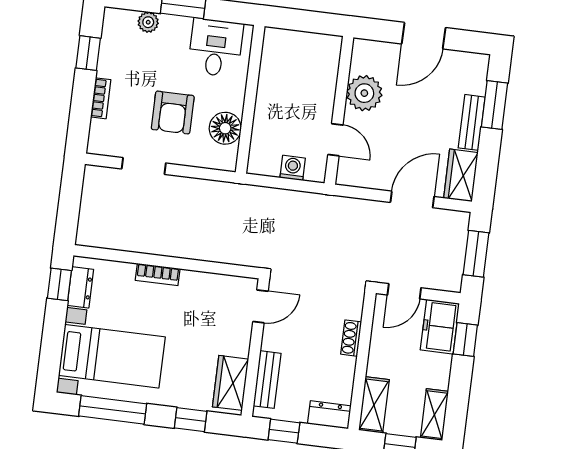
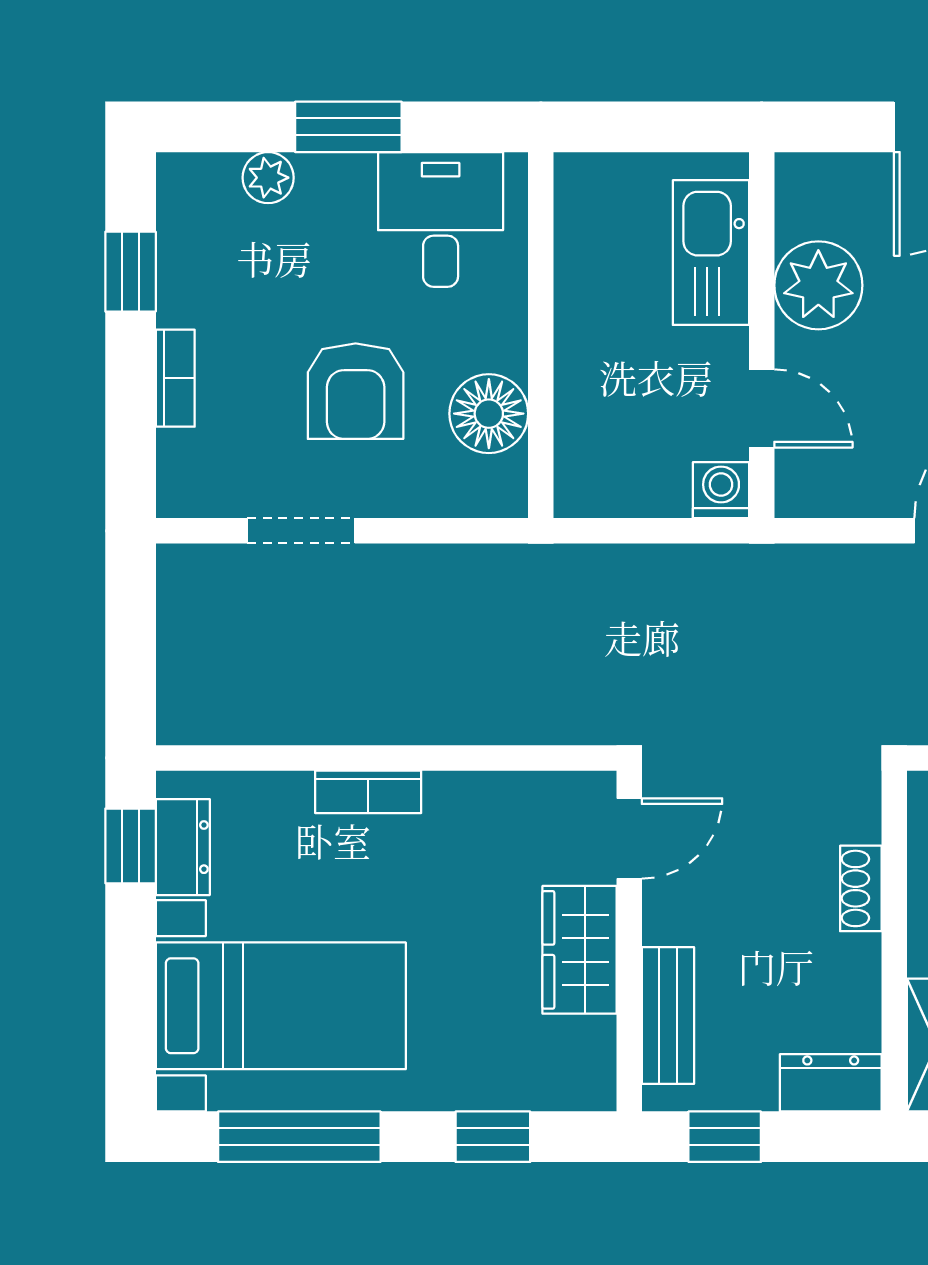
kitchen sink: (323, 75) -> (711, 253), added
washing machine: (293, 168) -> (721, 490), moved
wardrobe: (231, 383) -> (579, 950), moved

